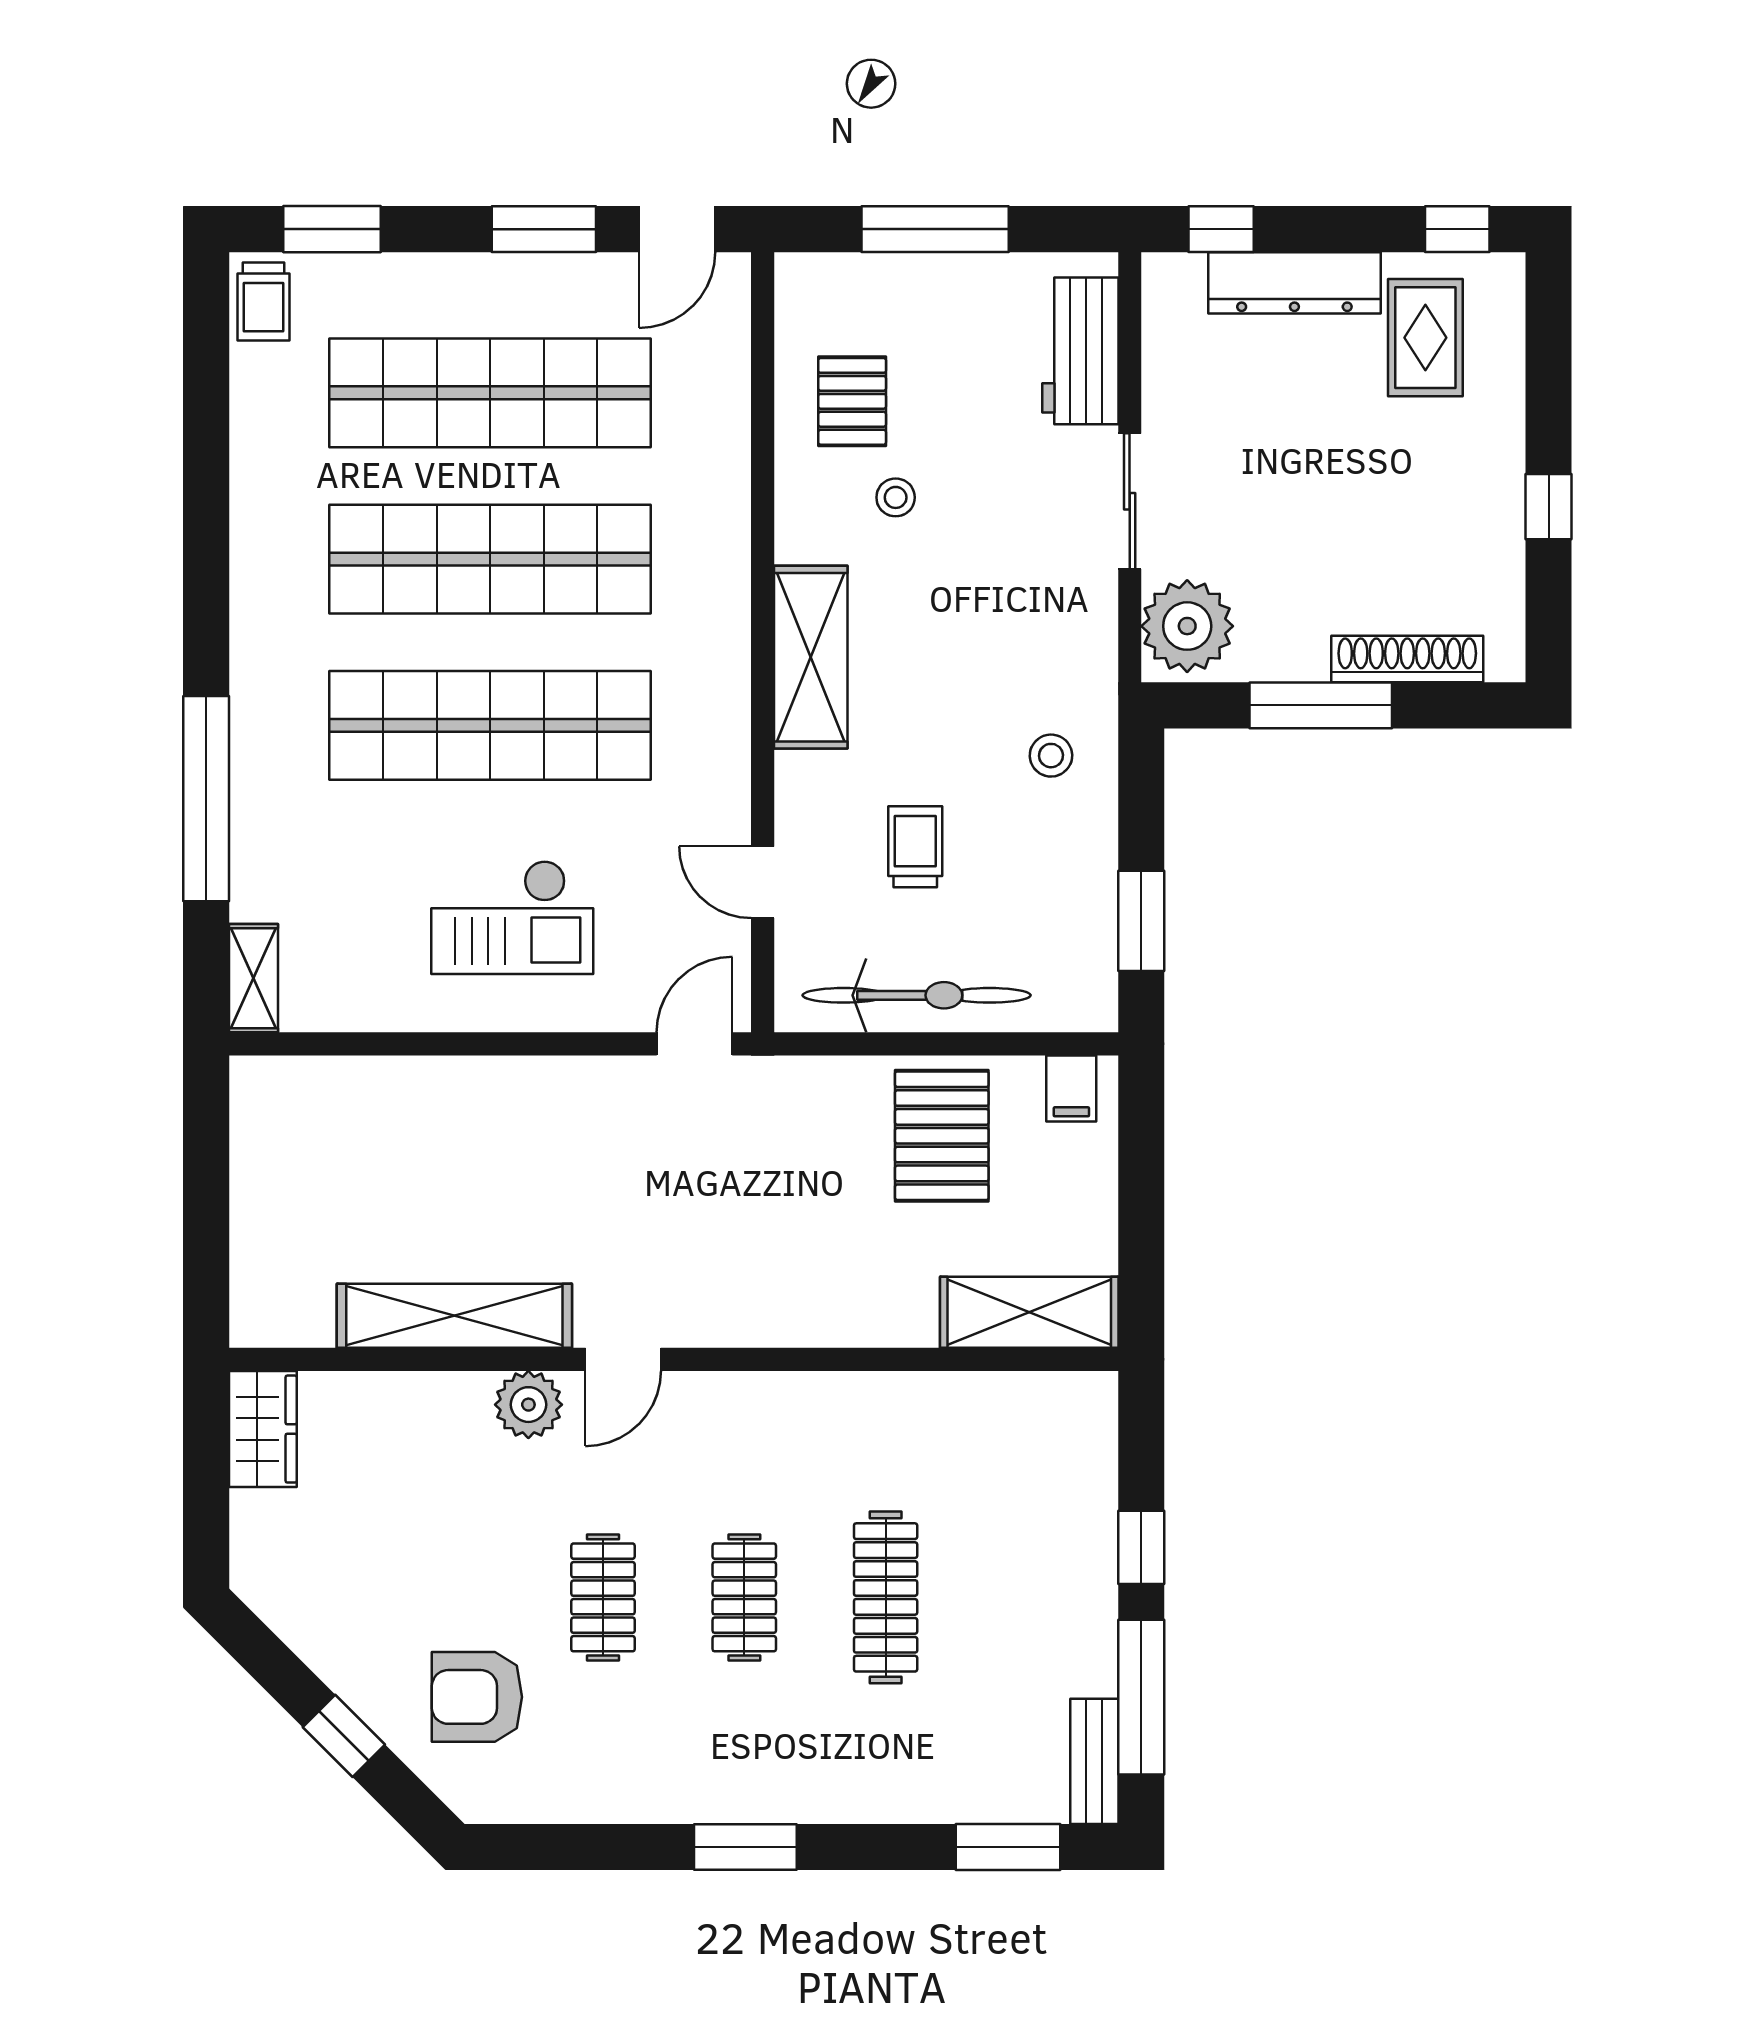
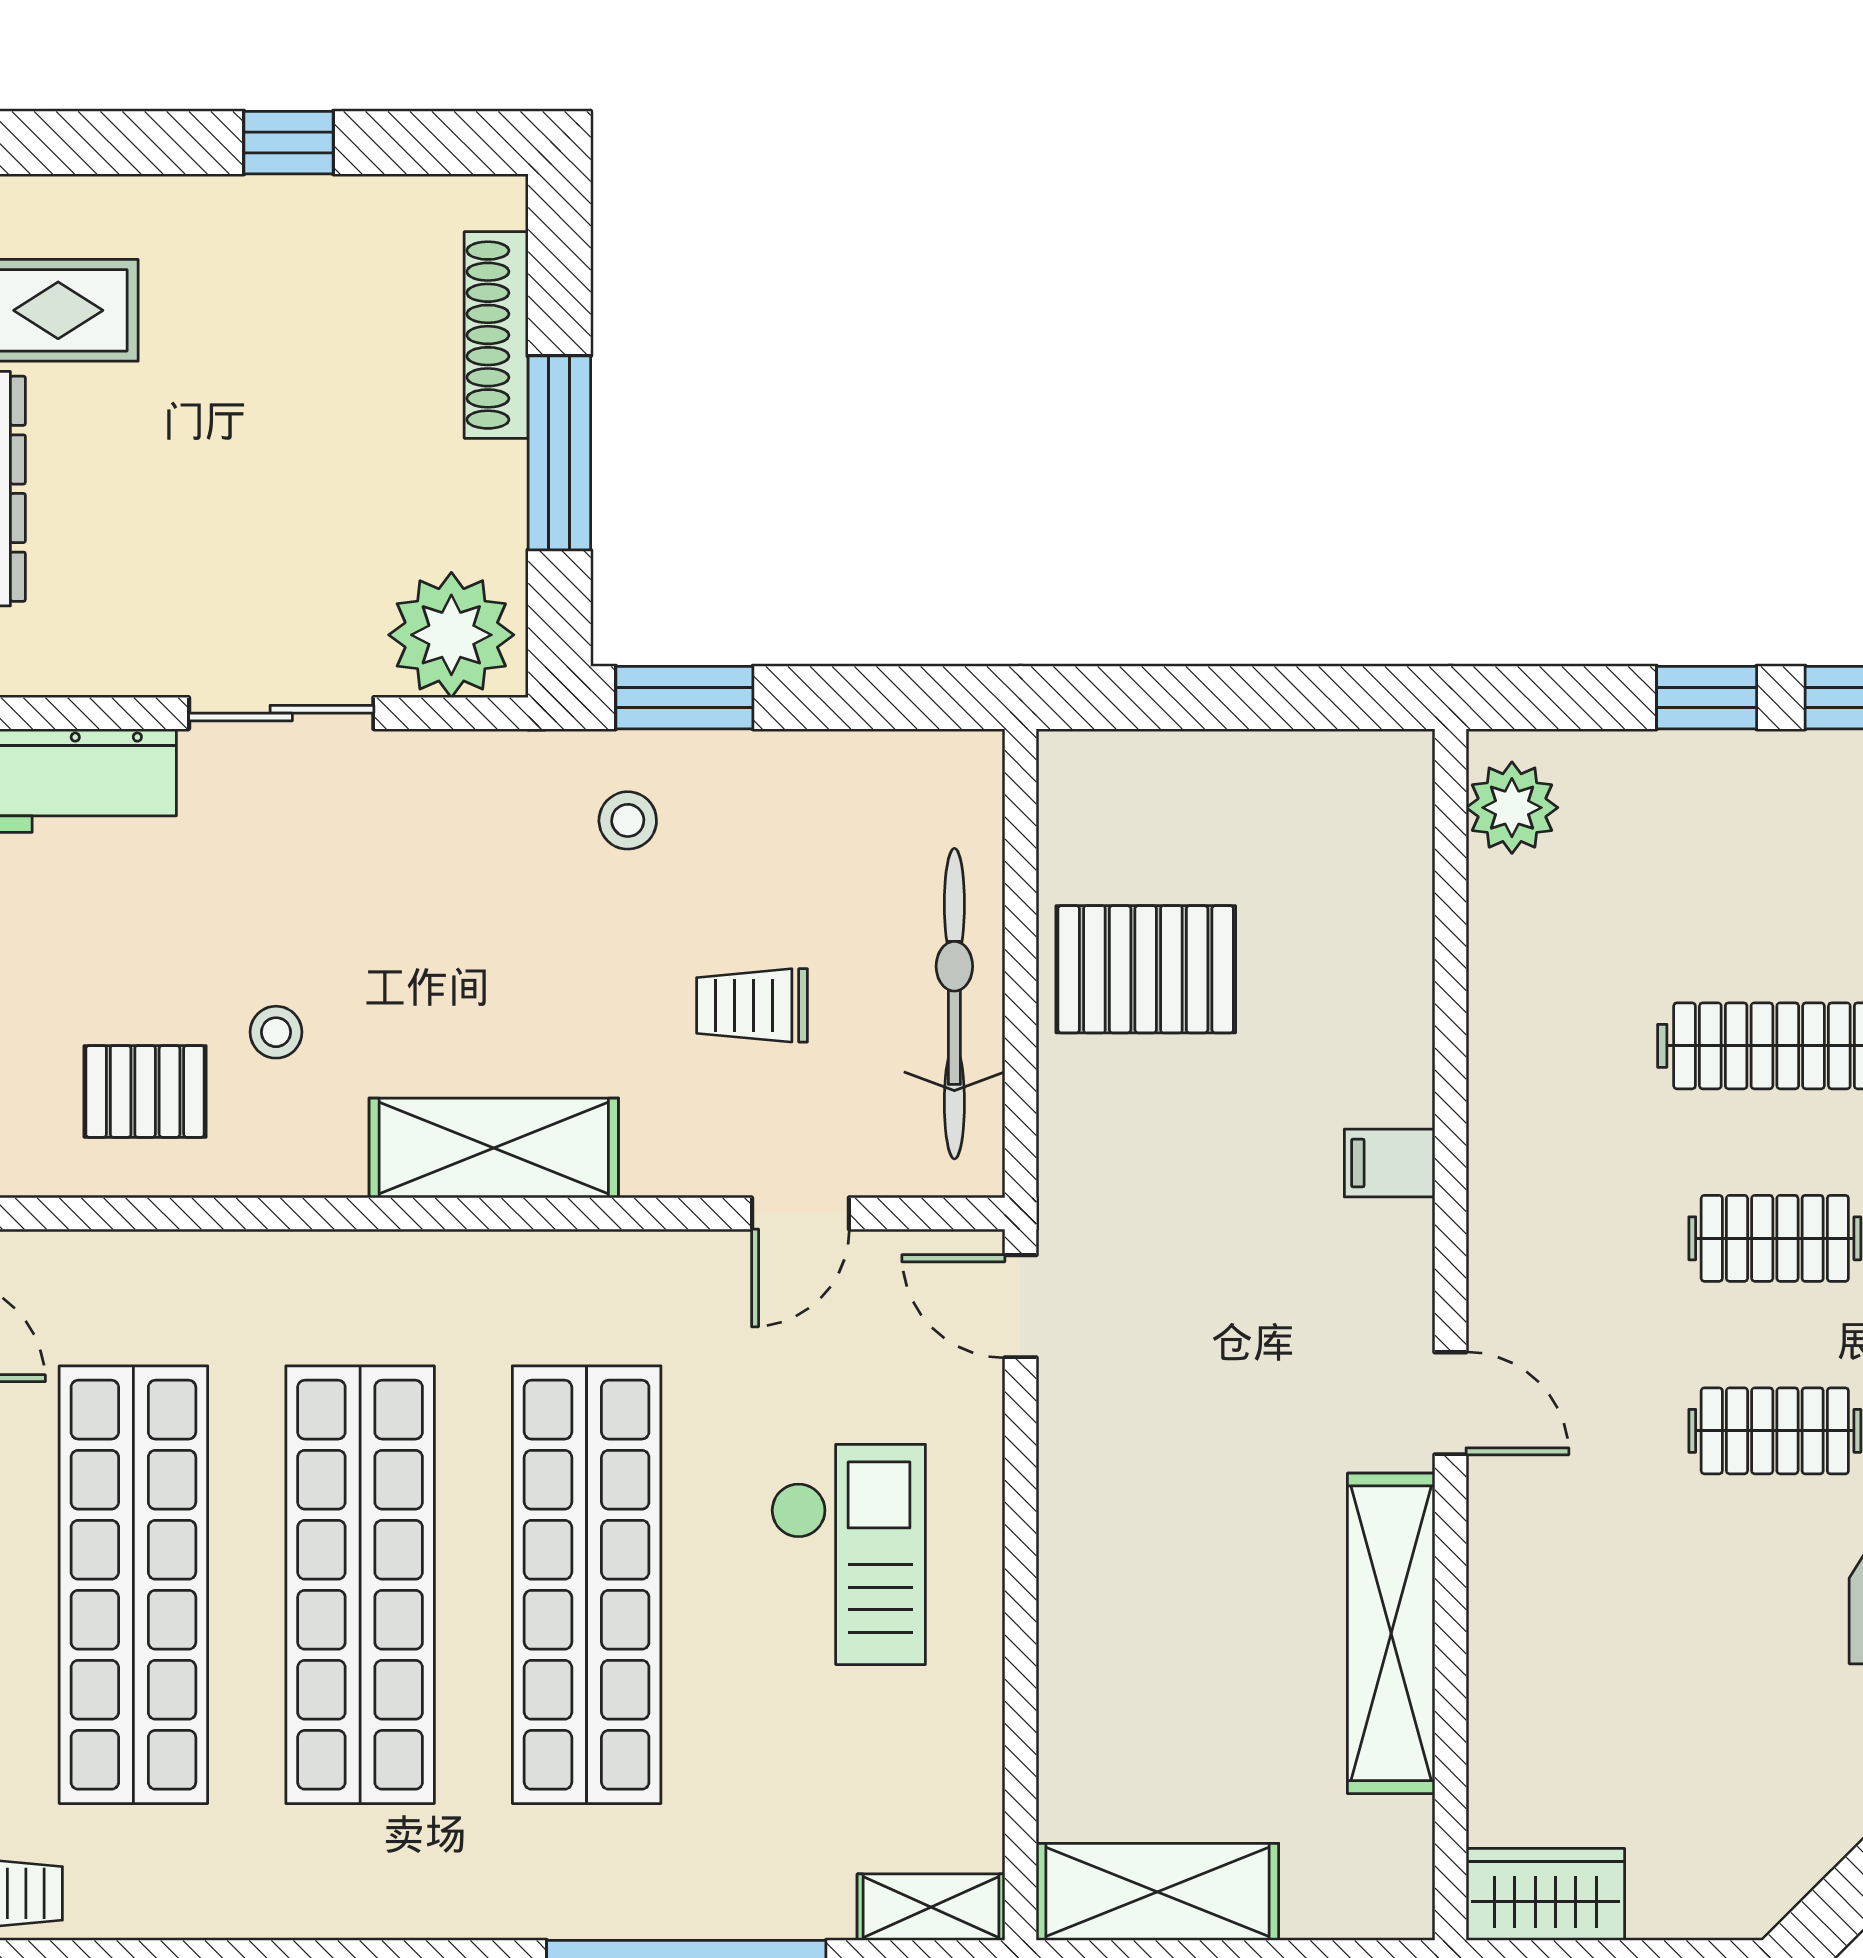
window: (1141, 921) -> (684, 698), moved
filing cabinet: (1071, 1089) -> (1390, 1163), moved, turned 180
shelving: (1029, 1312) -> (1157, 1892), moved, turned 90
plant: (528, 1405) -> (1512, 808), moved

